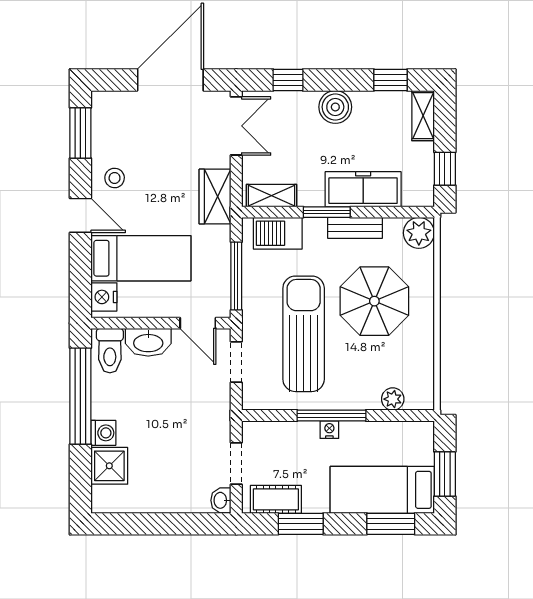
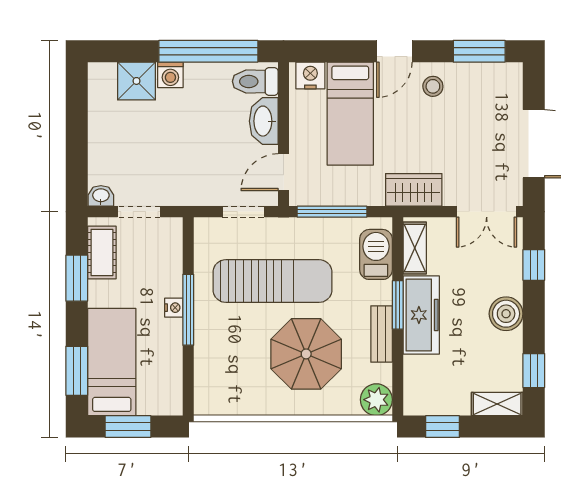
freezer: (363, 189) -> (421, 315), moved
plant: (393, 399) -> (205, 373), removed

